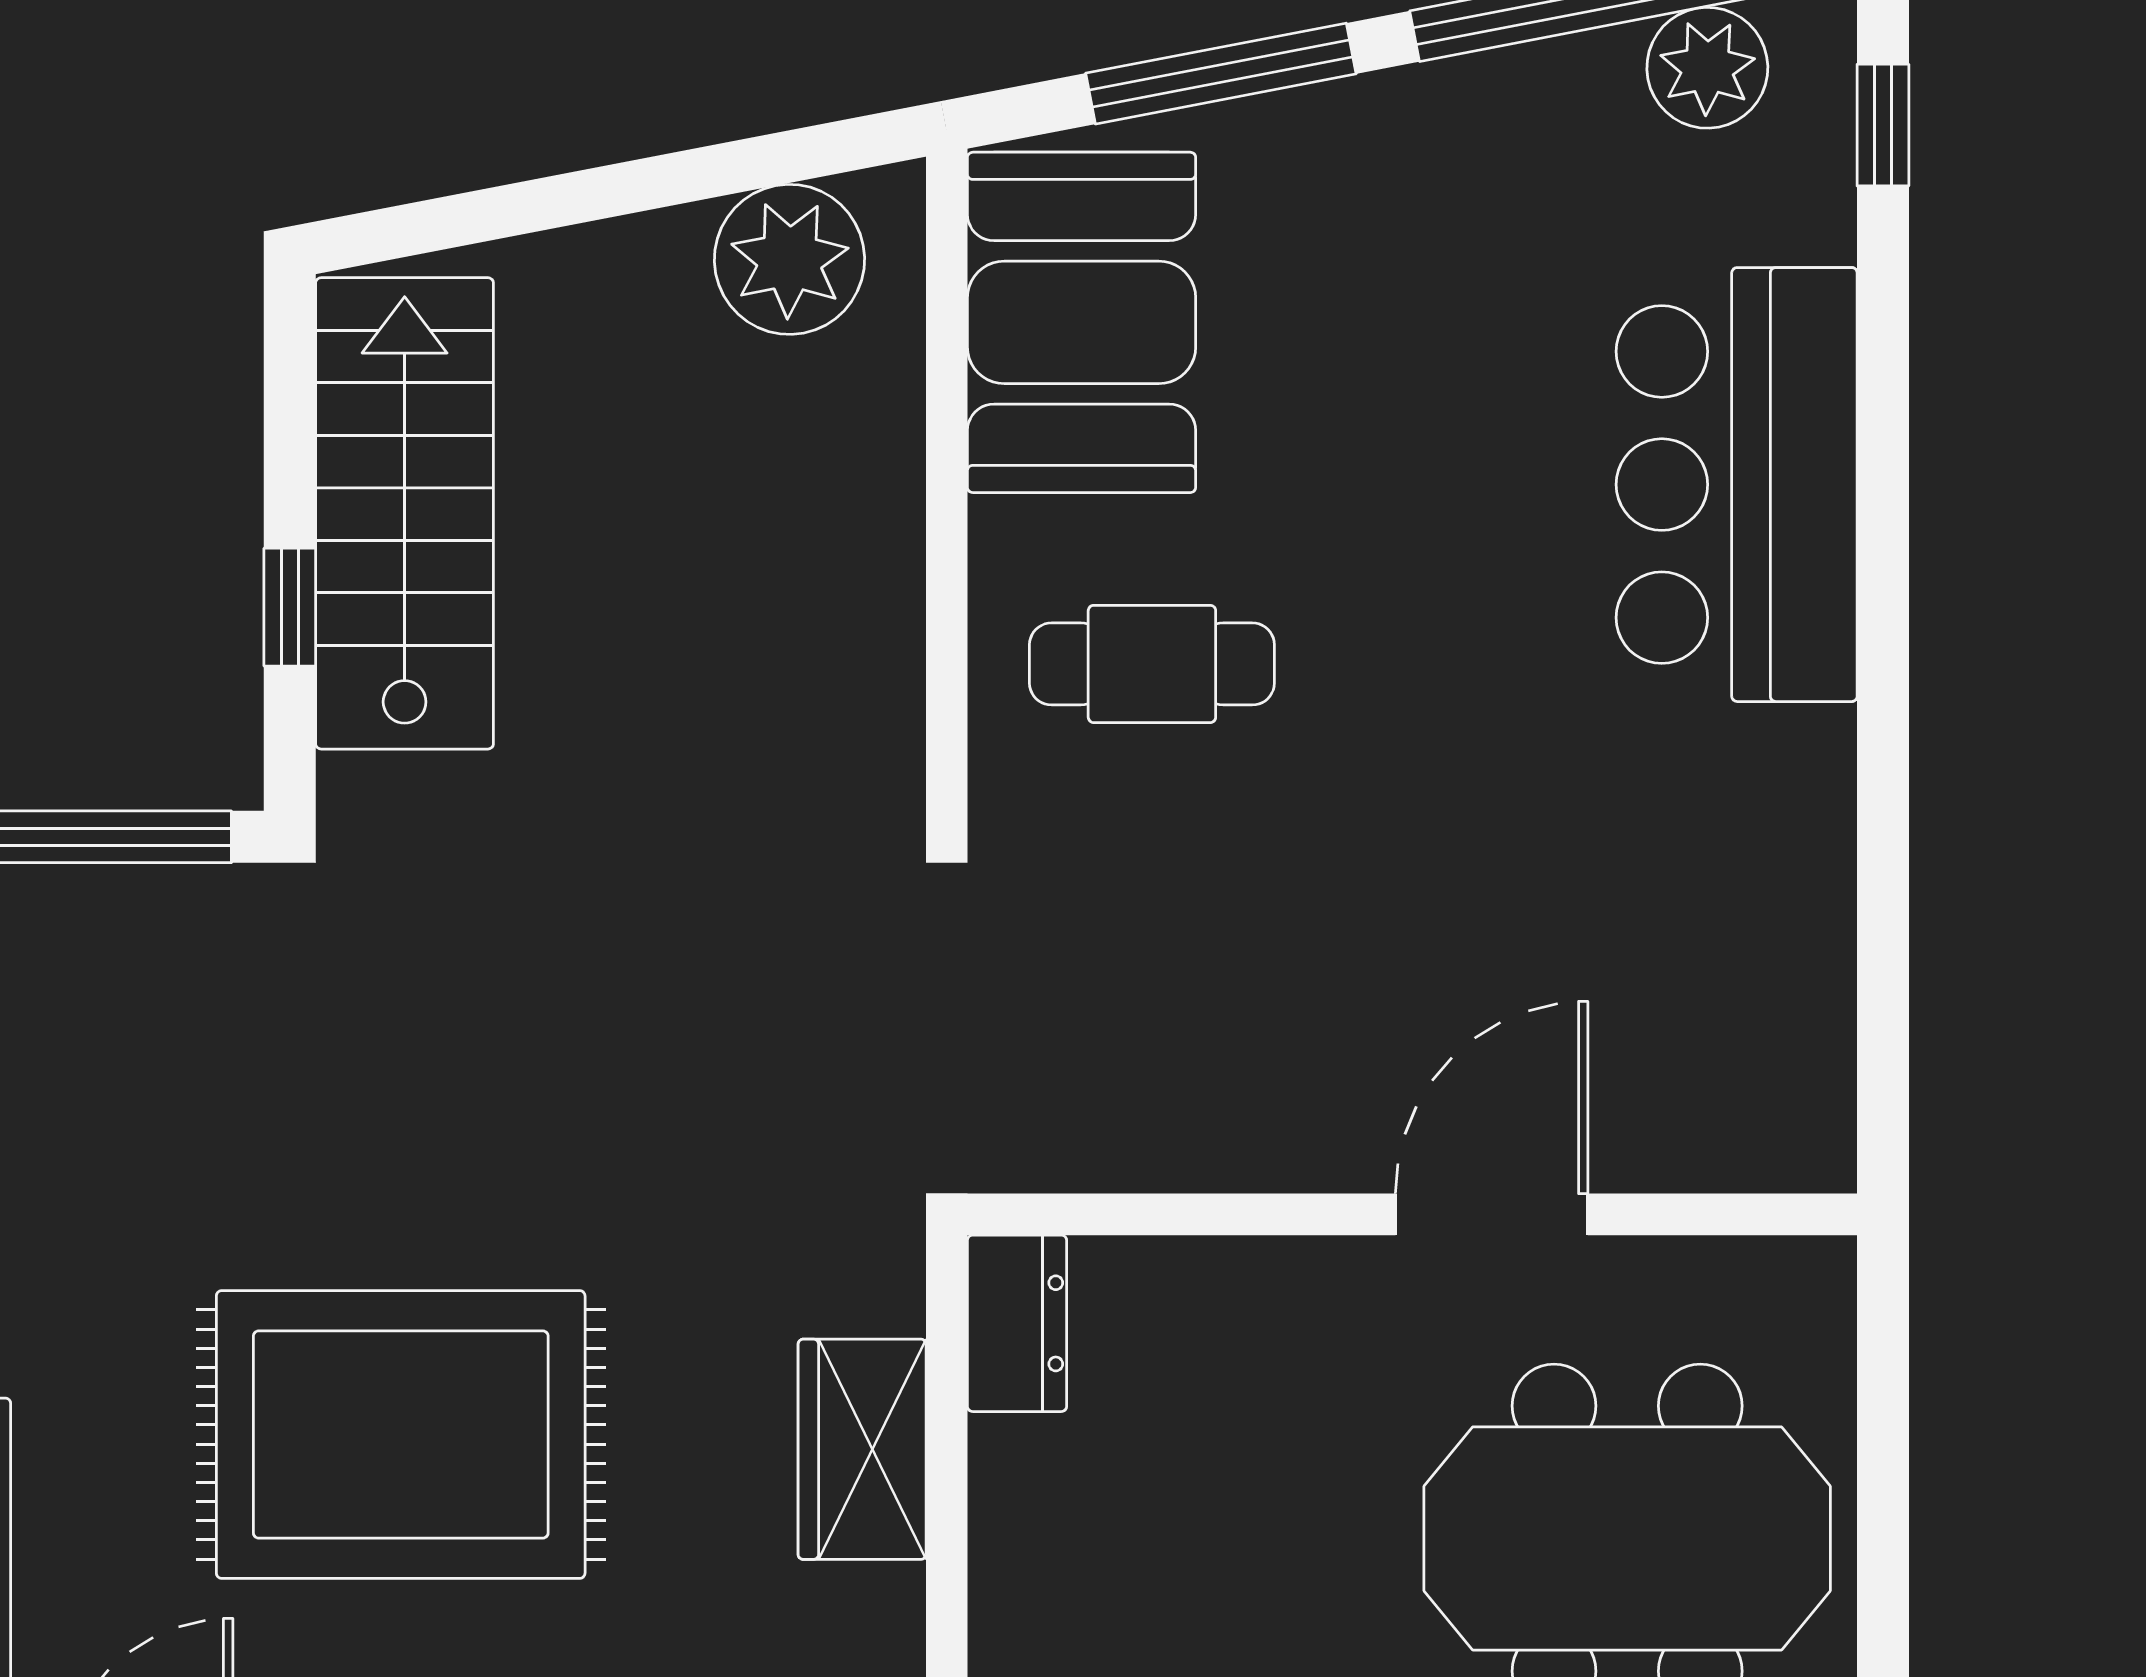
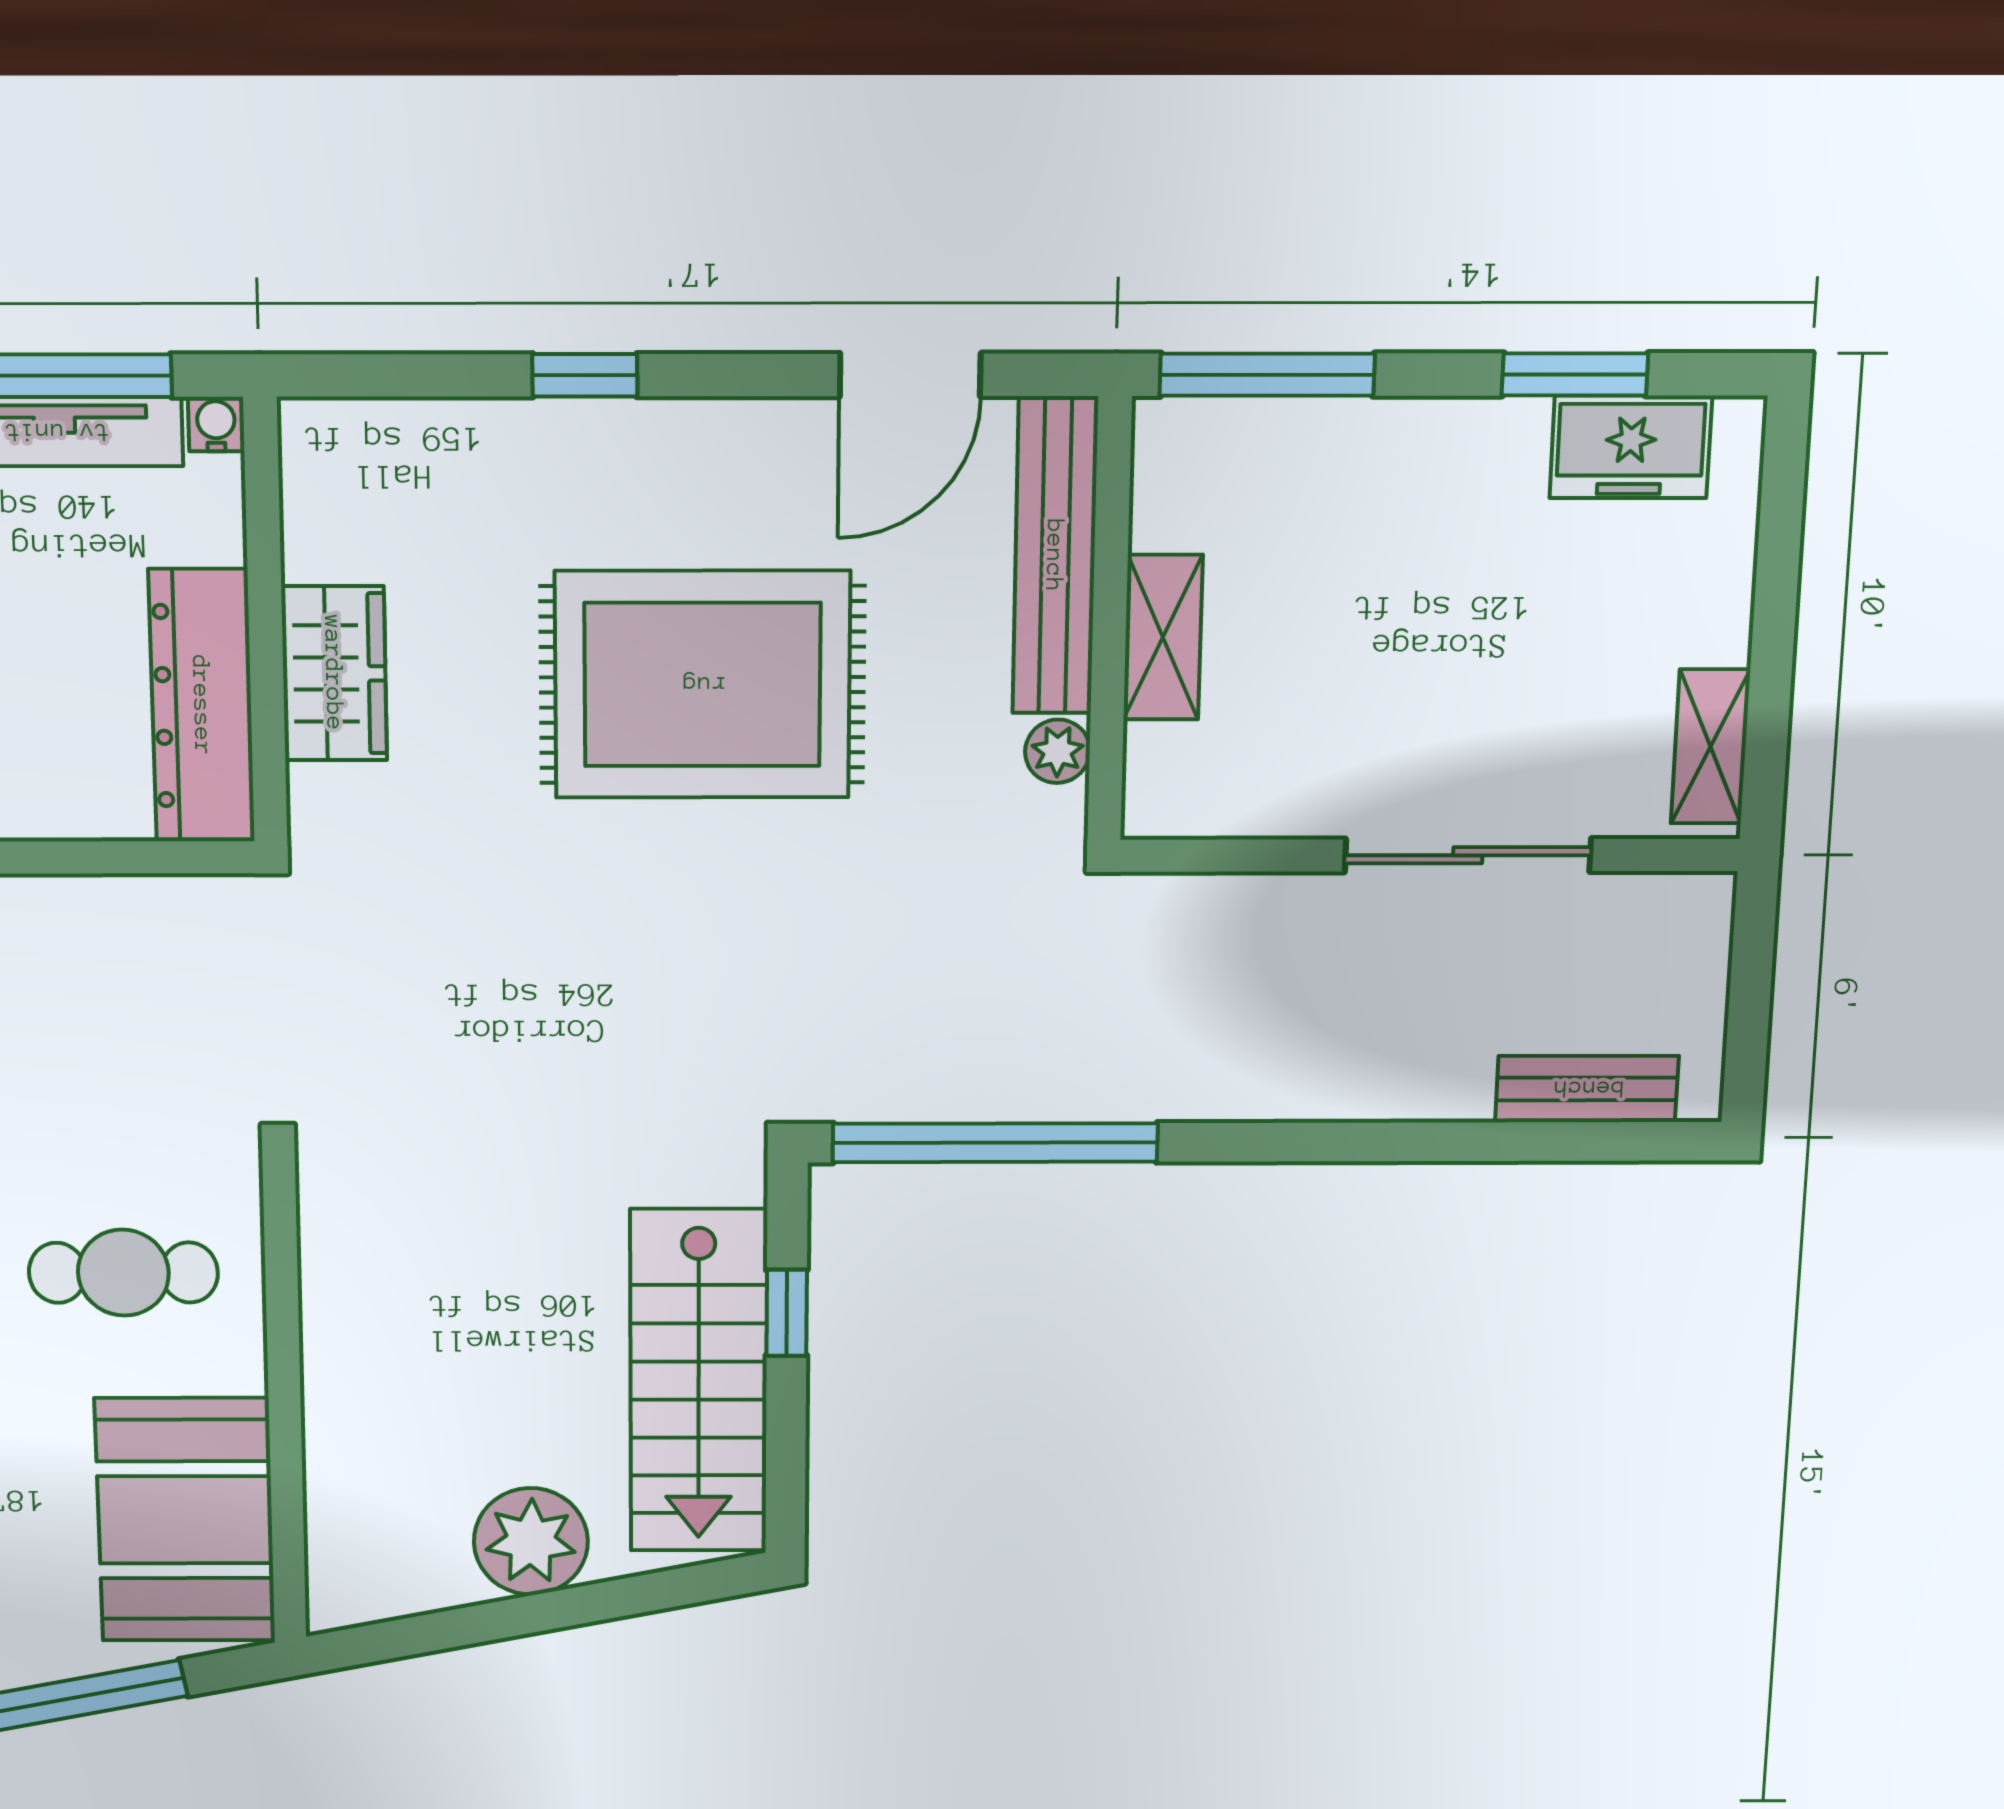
plant: (789, 259) -> (531, 1541), moved
dresser: (1017, 1323) -> (202, 706), width x1.96, depth x1.24

